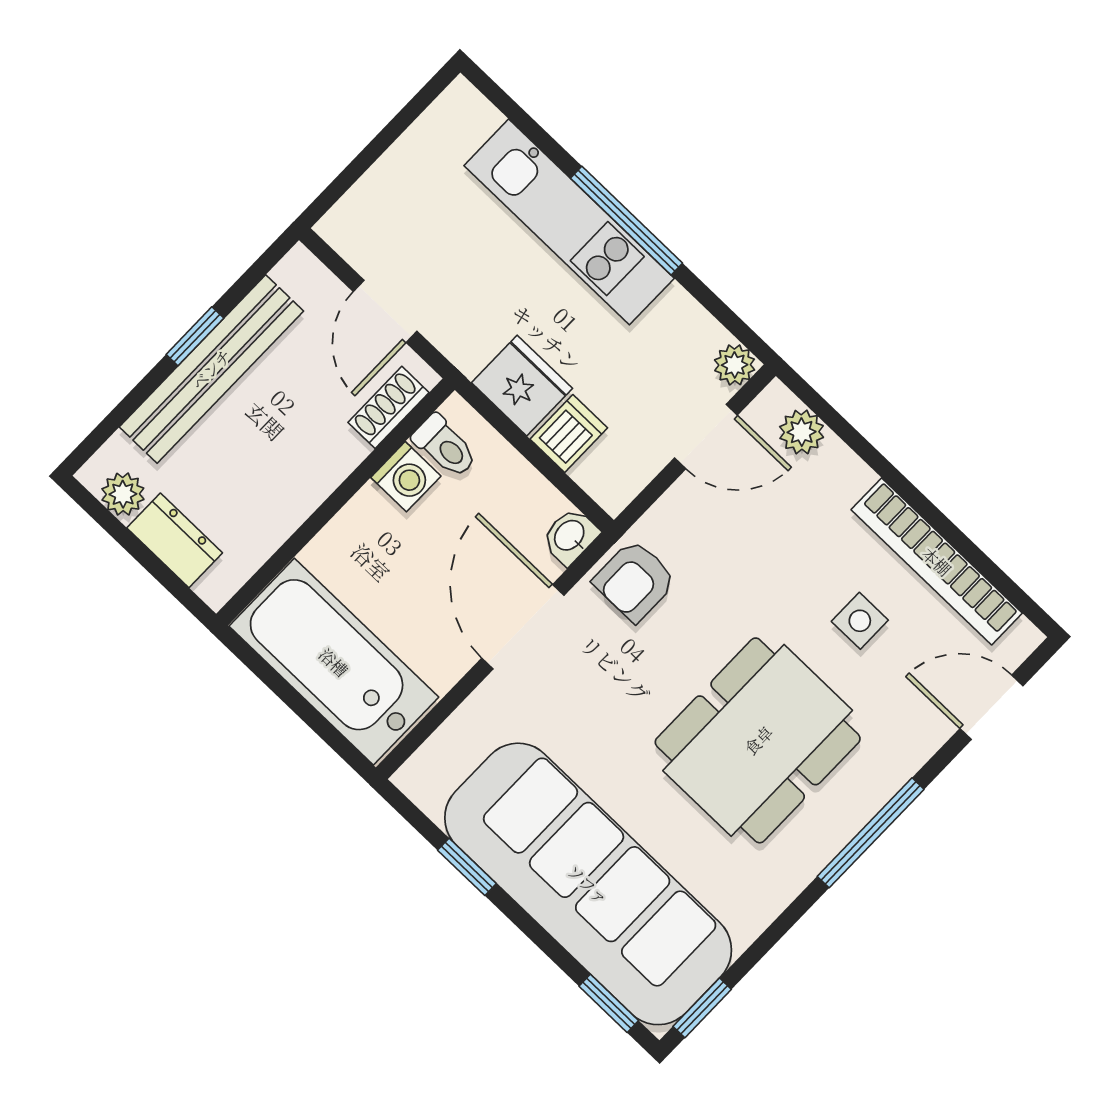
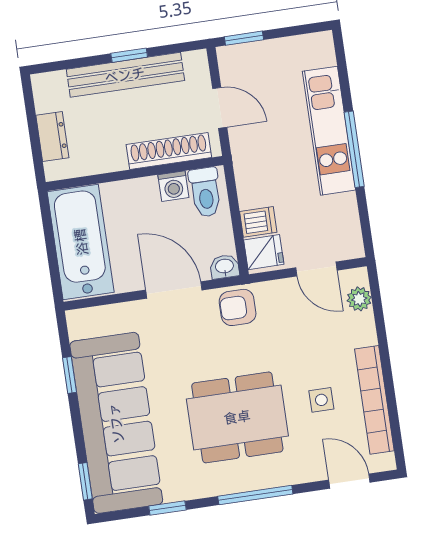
window: (342, 183) -> (244, 38), added
door: (385, 311) -> (220, 108), swing flipped
plant: (735, 365) -> (353, 248), removed
fridge: (522, 386) -> (264, 252), moved, width x0.72
shoe rack: (388, 407) -> (169, 151), width x1.94, depth x1.24
toilet: (445, 446) -> (205, 192), width x1.37, depth x1.39
plant: (123, 494) -> (45, 99), removed
door: (523, 627) -> (174, 290), hinge flipped
window: (702, 1008) -> (167, 508), moved

